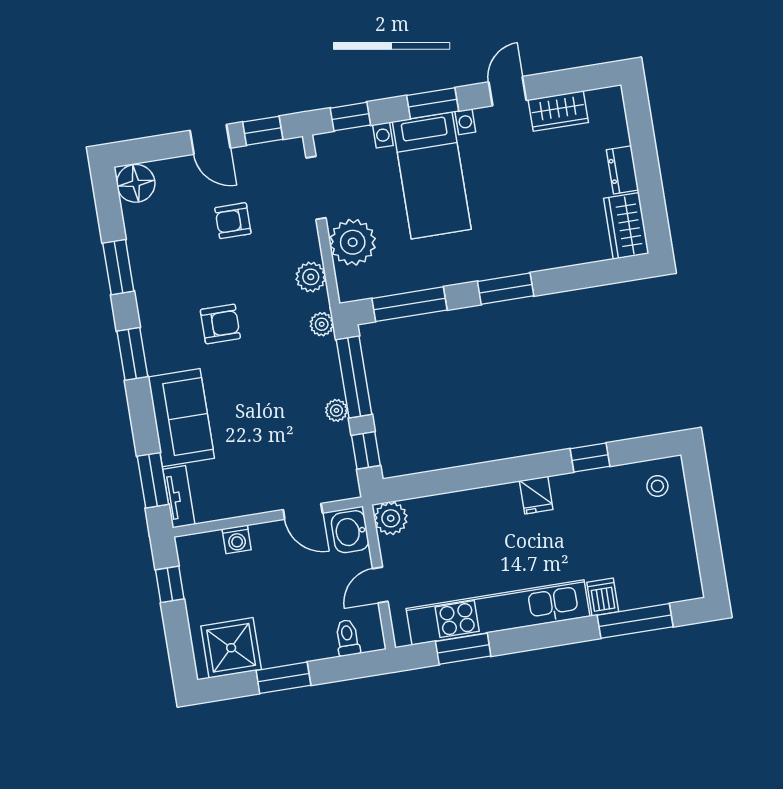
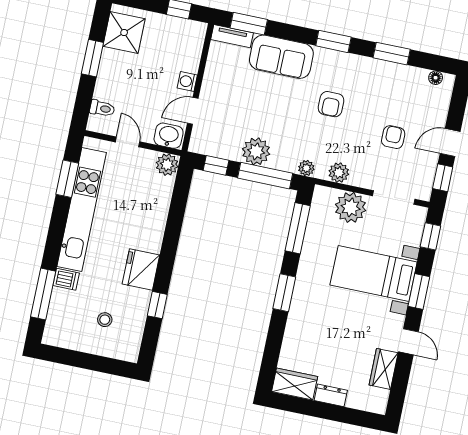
floor lamp: (136, 183) -> (436, 78), width x0.53, depth x0.53
plant: (336, 410) -> (256, 151), width x1.88, depth x1.88
stool: (657, 486) -> (105, 320), moved
fridge: (536, 495) -> (141, 270), width x1.88, depth x1.34
washing machine: (237, 539) -> (187, 81), moved

